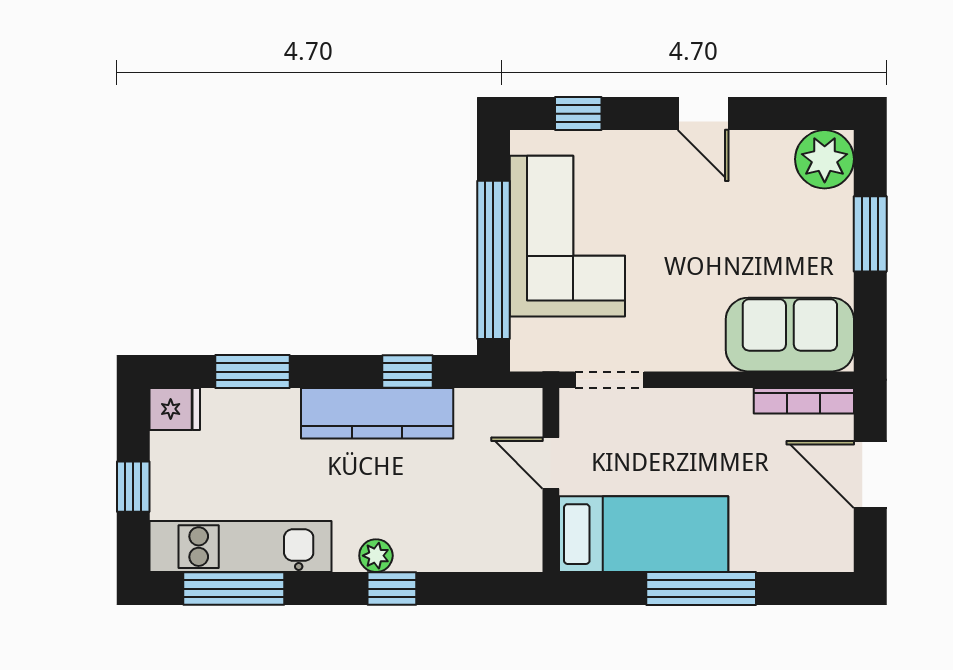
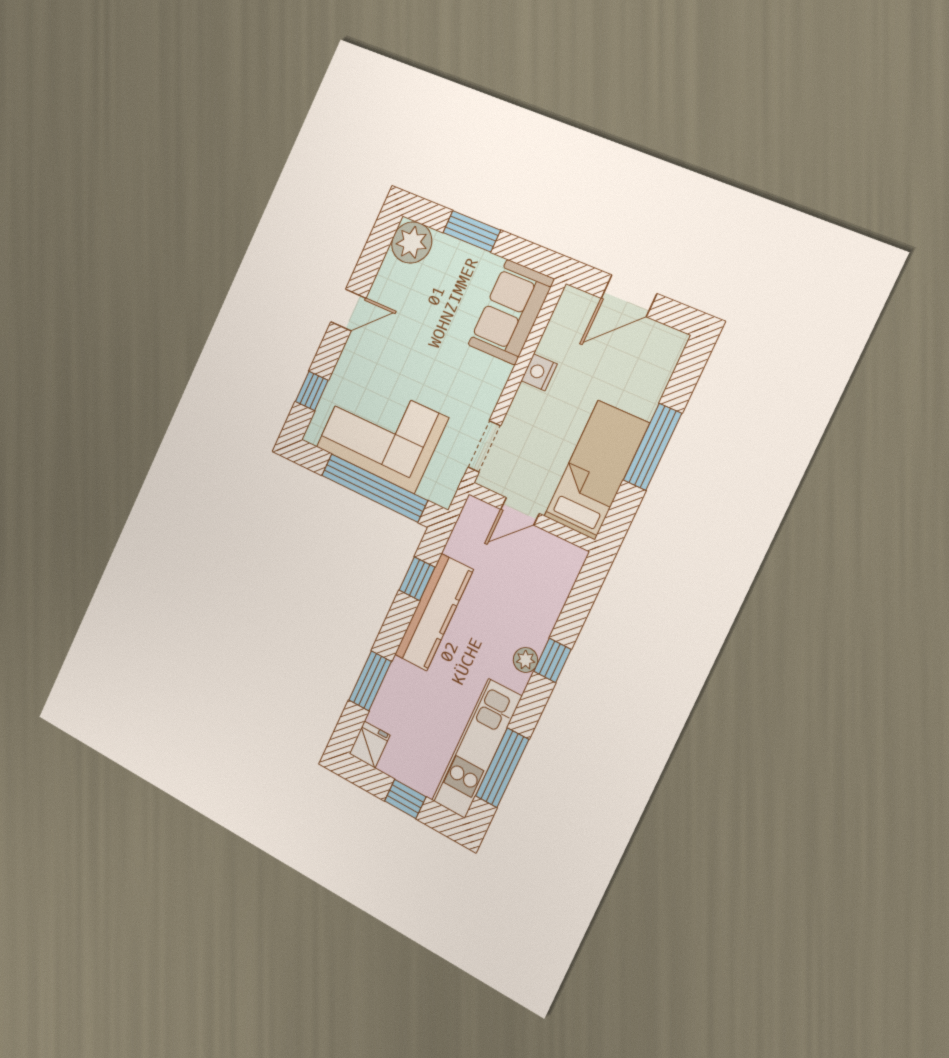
bookcase: (804, 401) -> (558, 321), removed
nightstand: (731, 406) -> (539, 372), added

